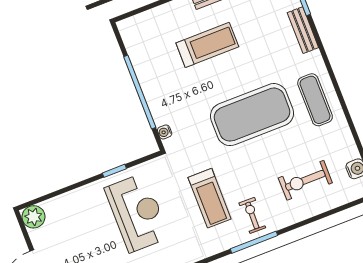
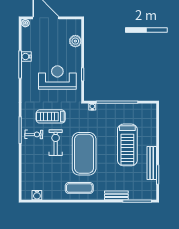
treadmill: (207, 45) -> (127, 145), width x1.37, depth x1.38
exercise bike: (305, 180) -> (56, 143), moved
reception desk: (137, 213) -> (57, 78), turned 180
plant: (33, 217) -> (75, 41), moved

